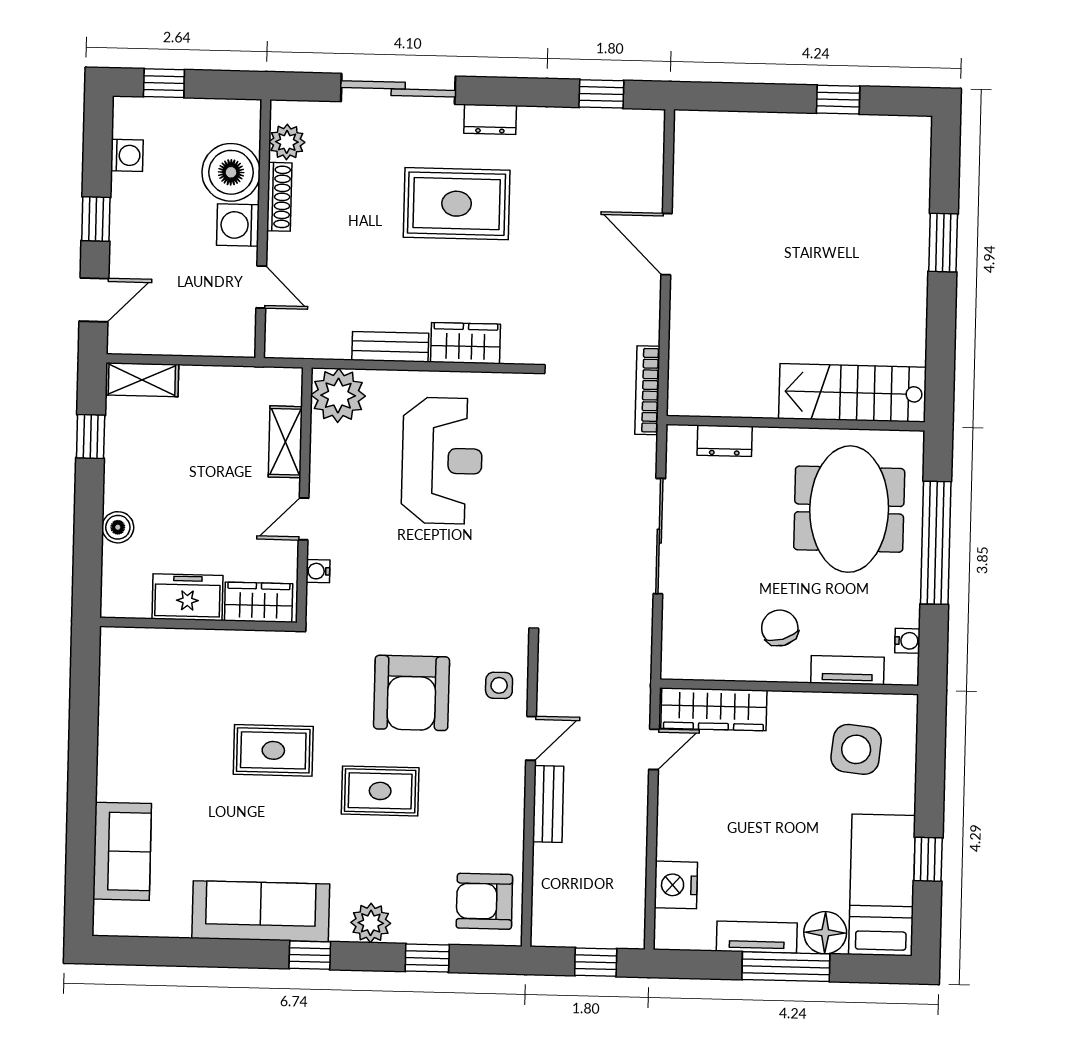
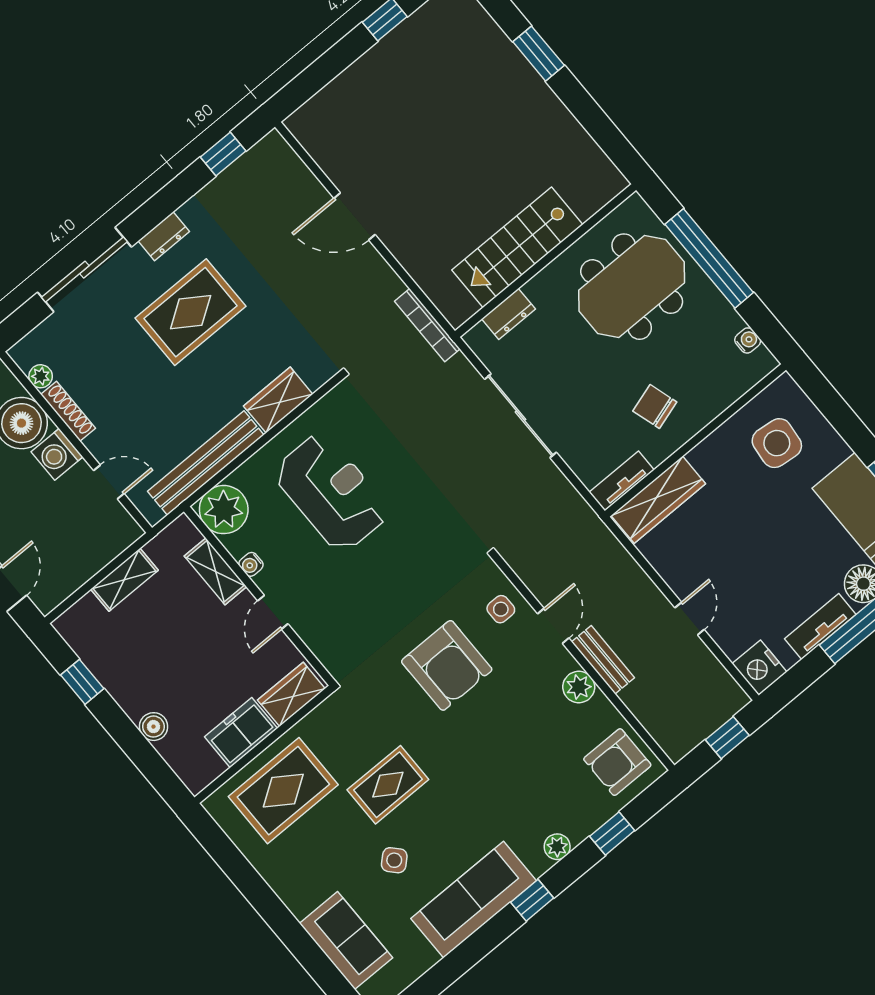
plant: (287, 142) -> (41, 376), width x0.73, depth x0.73
bench: (390, 347) -> (206, 463), width x1.86, depth x1.21
shelving: (142, 380) -> (124, 580), moved
stairs: (853, 393) -> (517, 247), moved
meeting table: (849, 509) -> (632, 287), turned 90
water cooler: (318, 571) -> (251, 564), moved
tv unit: (847, 670) -> (622, 481), moved
door: (654, 749) -> (690, 619), moved
rug: (380, 791) -> (283, 791), moved, width x1.36, depth x1.43
plant: (507, 809) -> (579, 687), added
side table: (223, 819) -> (394, 860), added
nightstand: (676, 885) -> (760, 668), moved
plant: (371, 923) -> (557, 847), width x0.73, depth x0.73

